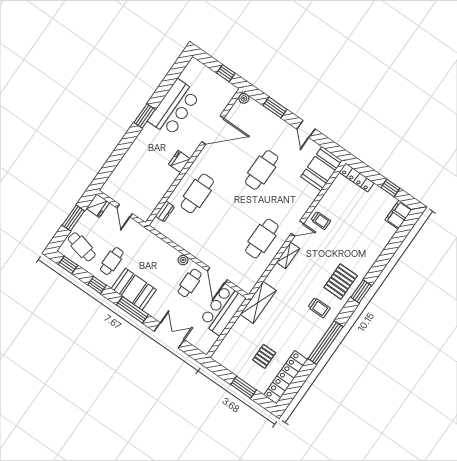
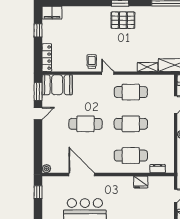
window: (275, 107) -> (38, 91), moved
fridge: (179, 162) -> (141, 182), moved
cafe table: (230, 216) -> (131, 124), added
shelving: (288, 255) -> (148, 67), moved
trolley: (319, 308) -> (150, 22), removed

